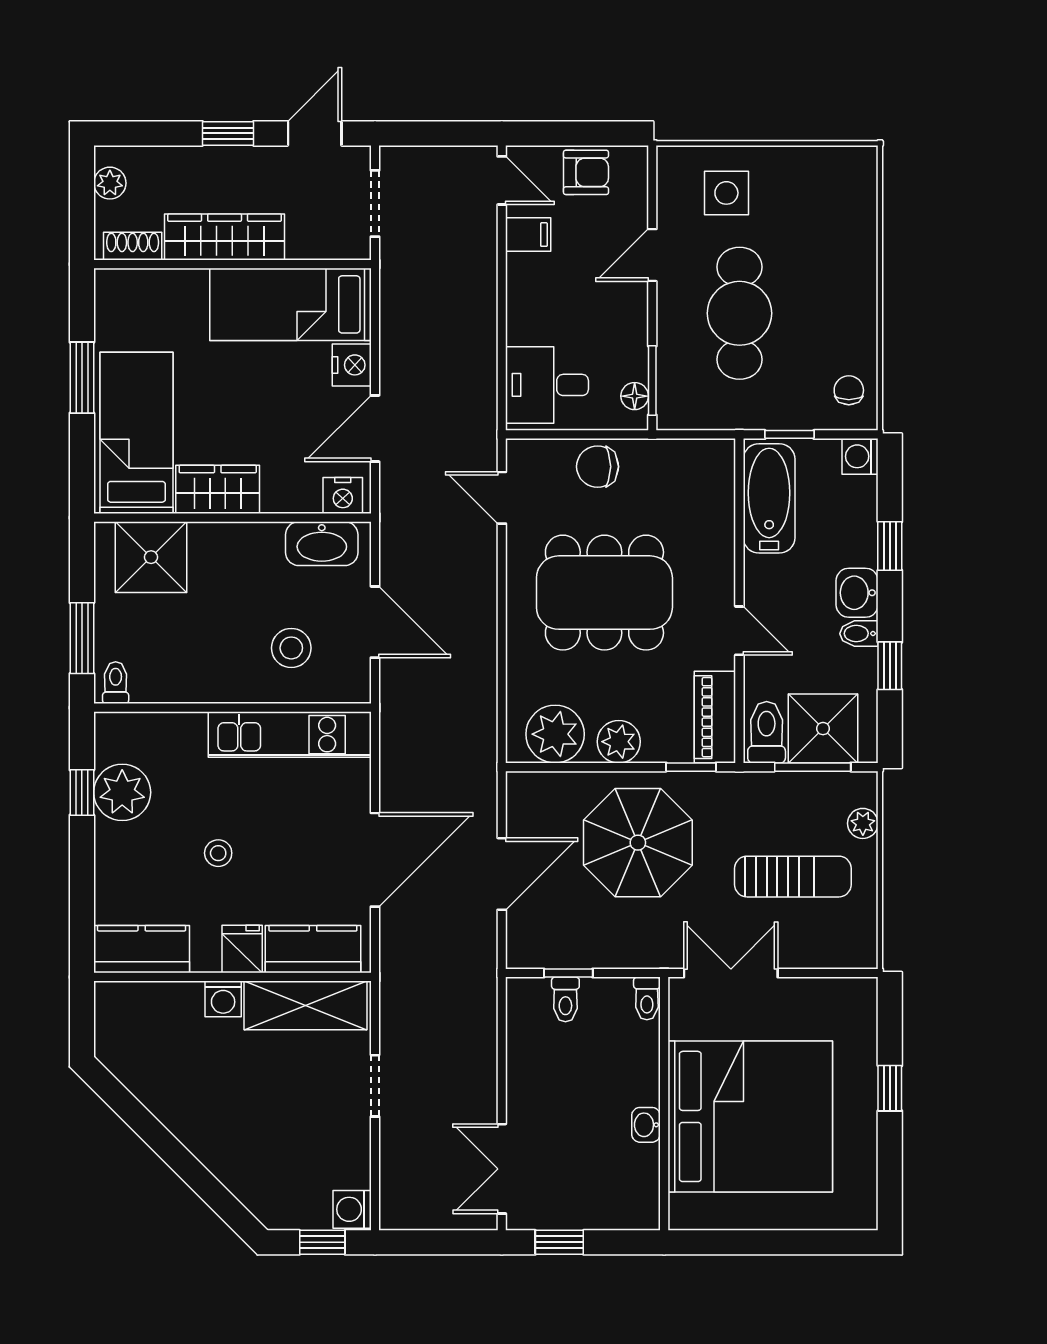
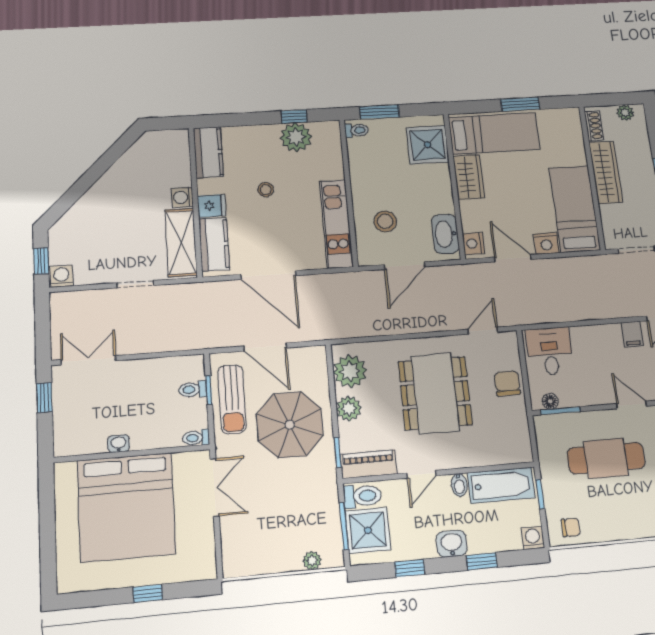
bidet: (859, 634) -> (459, 485), moved, turned 180
sun lounger: (793, 877) -> (232, 399), moved

